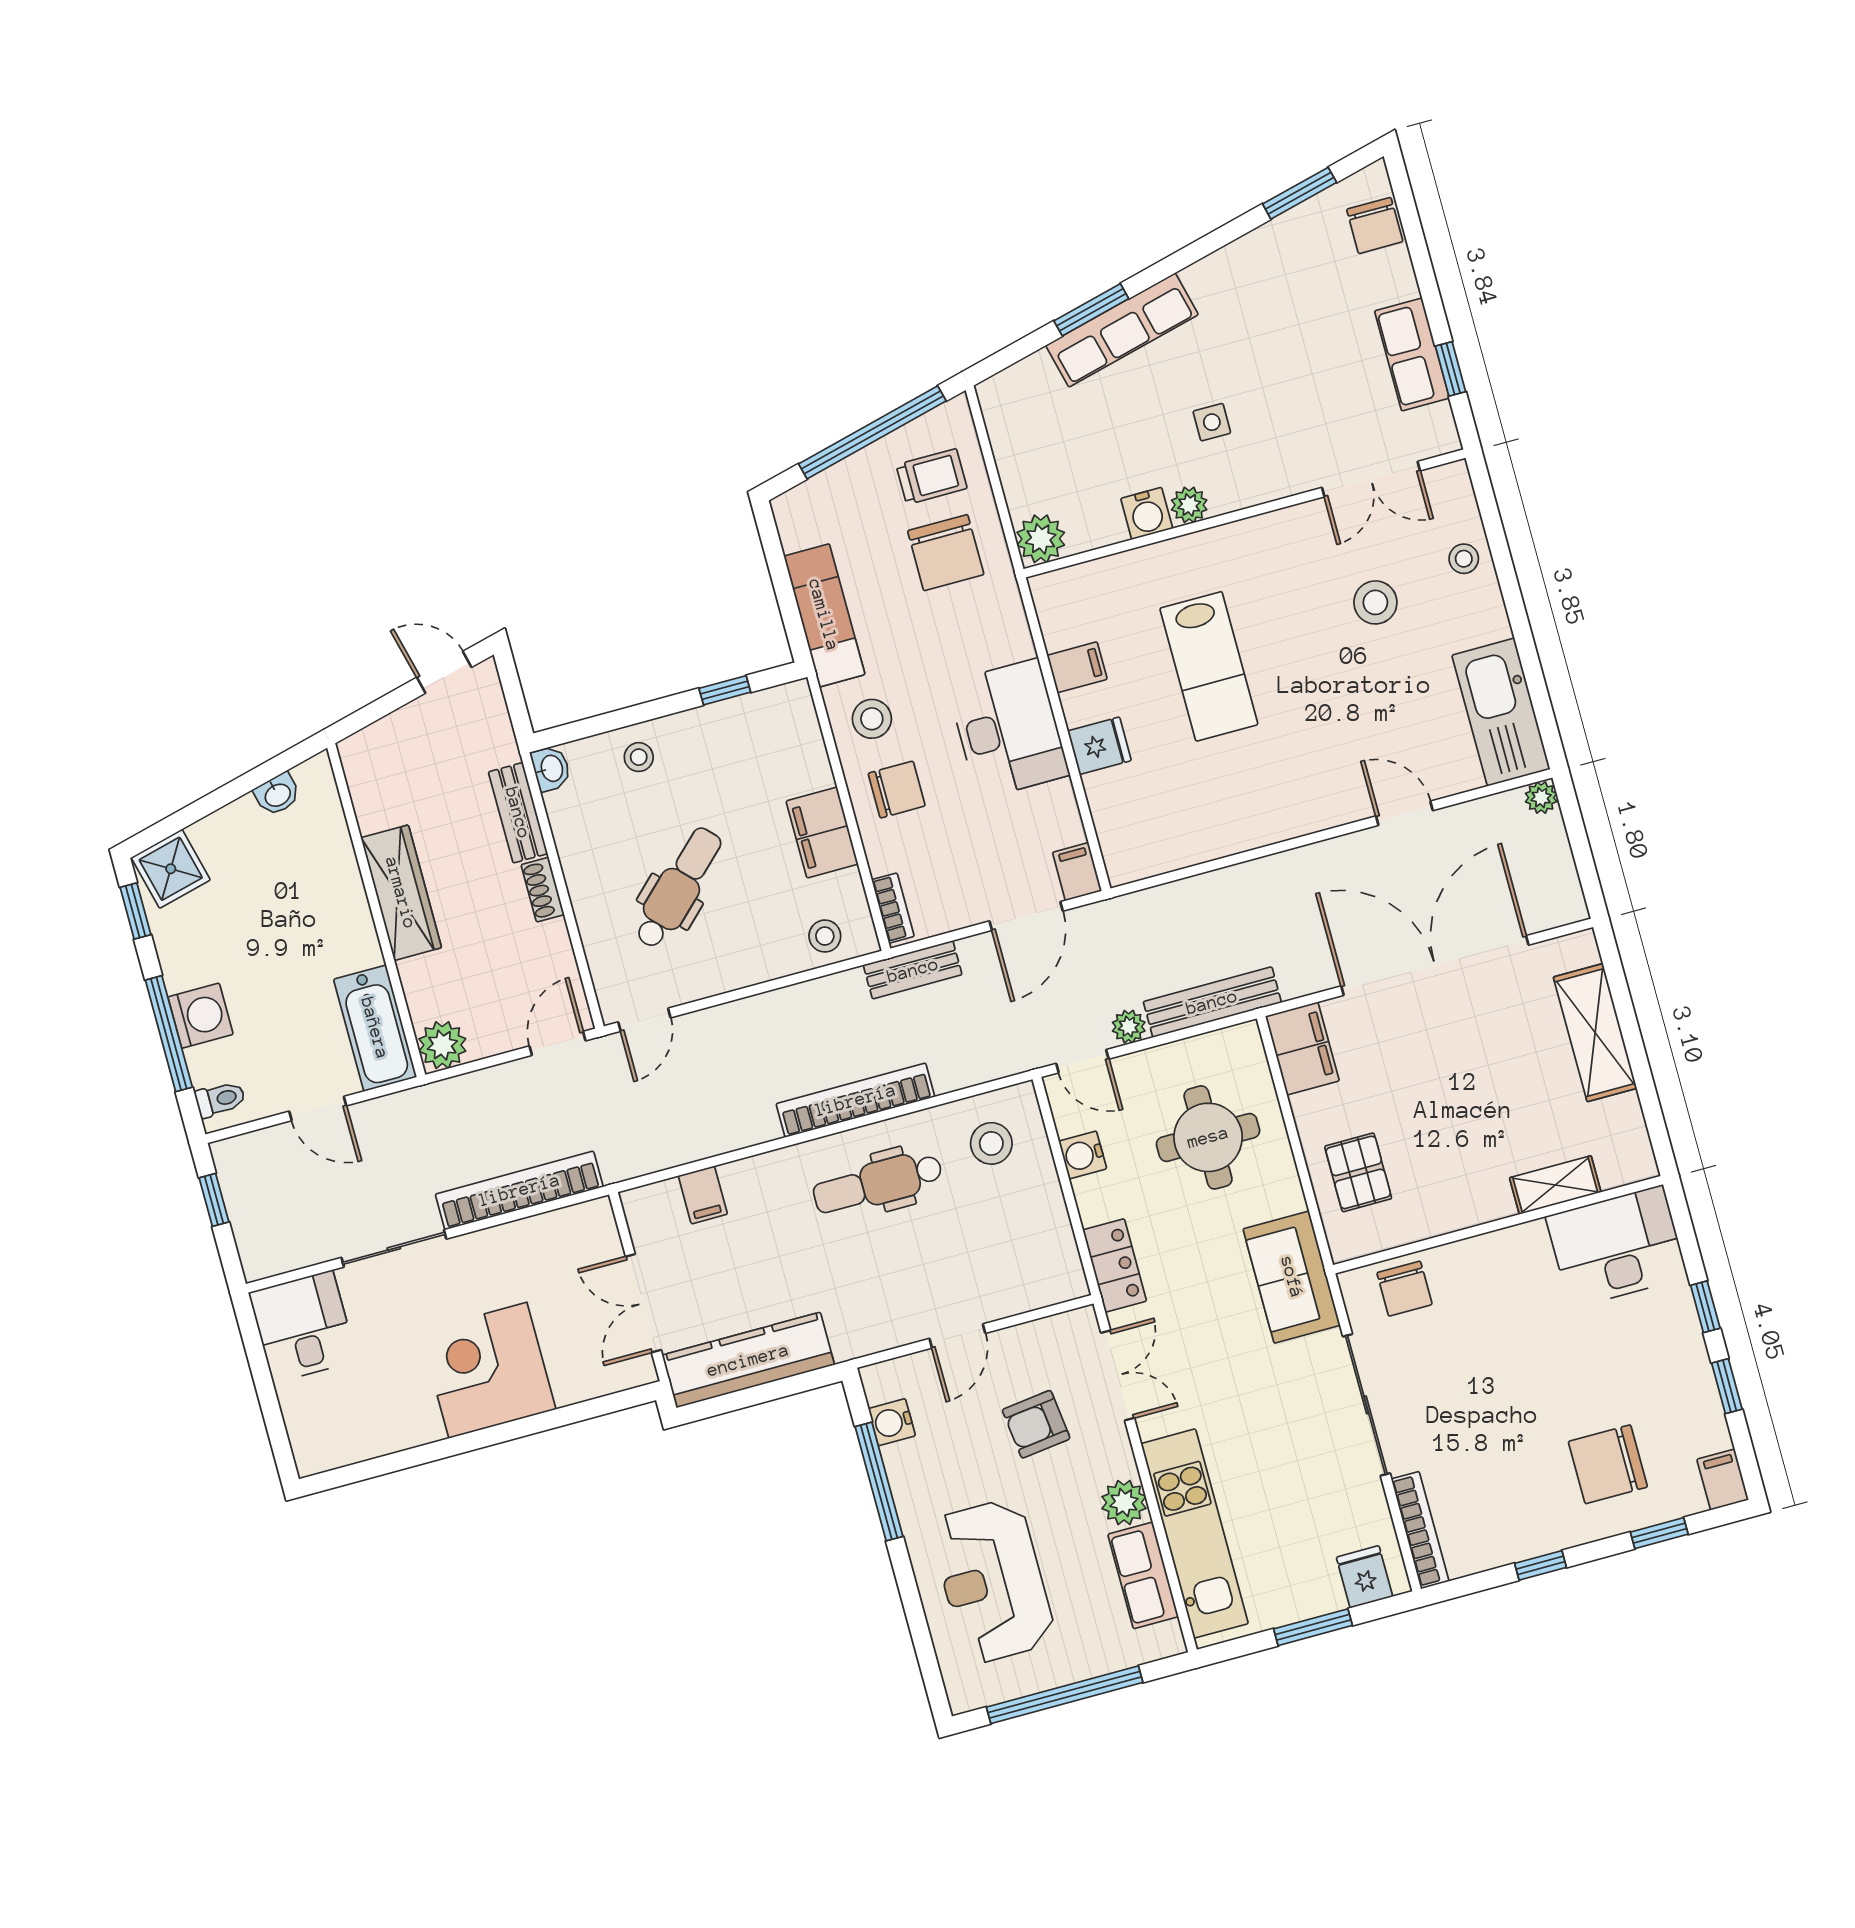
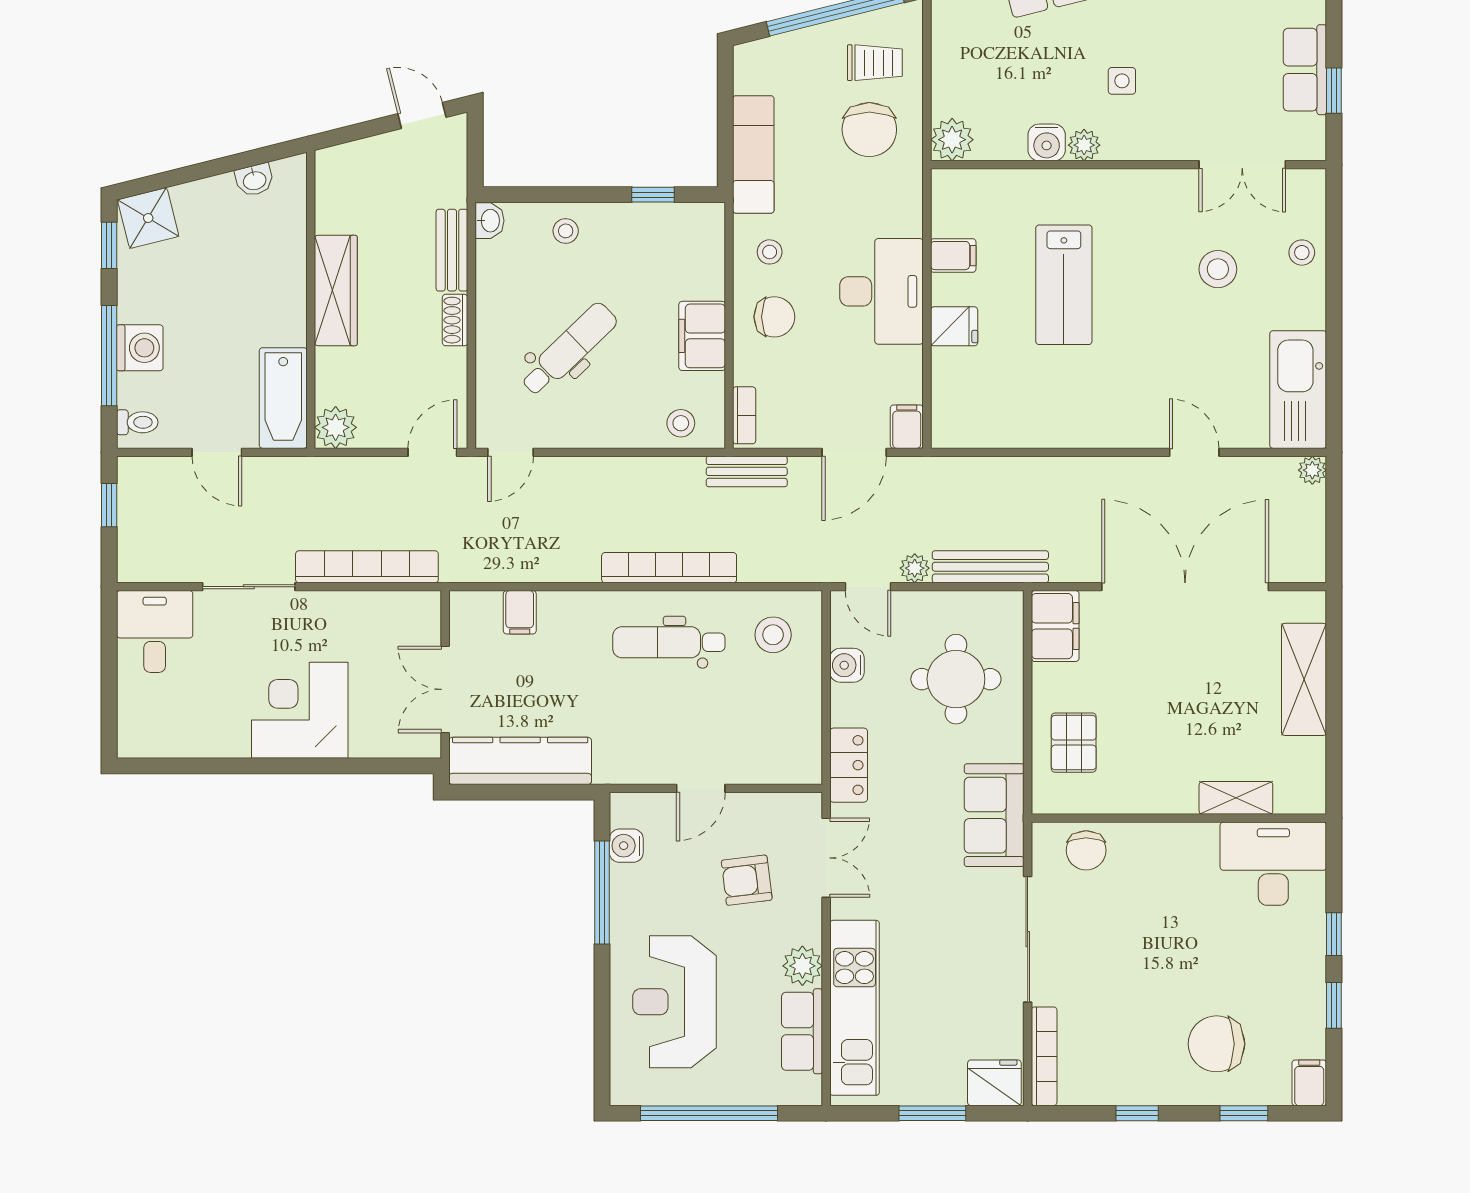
stool: (872, 719) -> (770, 252), width x0.73, depth x0.73
fridge: (1365, 1577) -> (994, 1083), width x1.38

